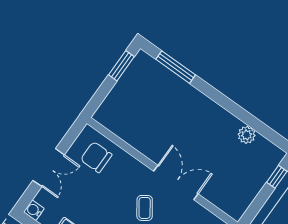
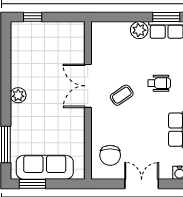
sofa: (129, 88) -> (45, 167), added
plant: (247, 135) -> (18, 95), moved

